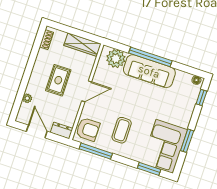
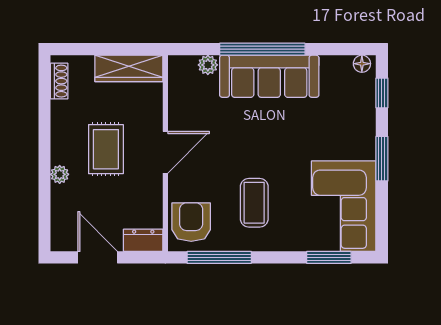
plant: (116, 59) -> (208, 65), width x0.53, depth x0.53
plant: (27, 98) -> (60, 174), moved
armchair: (88, 129) -> (191, 222), turned -90
window: (187, 141) -> (382, 159), moved

